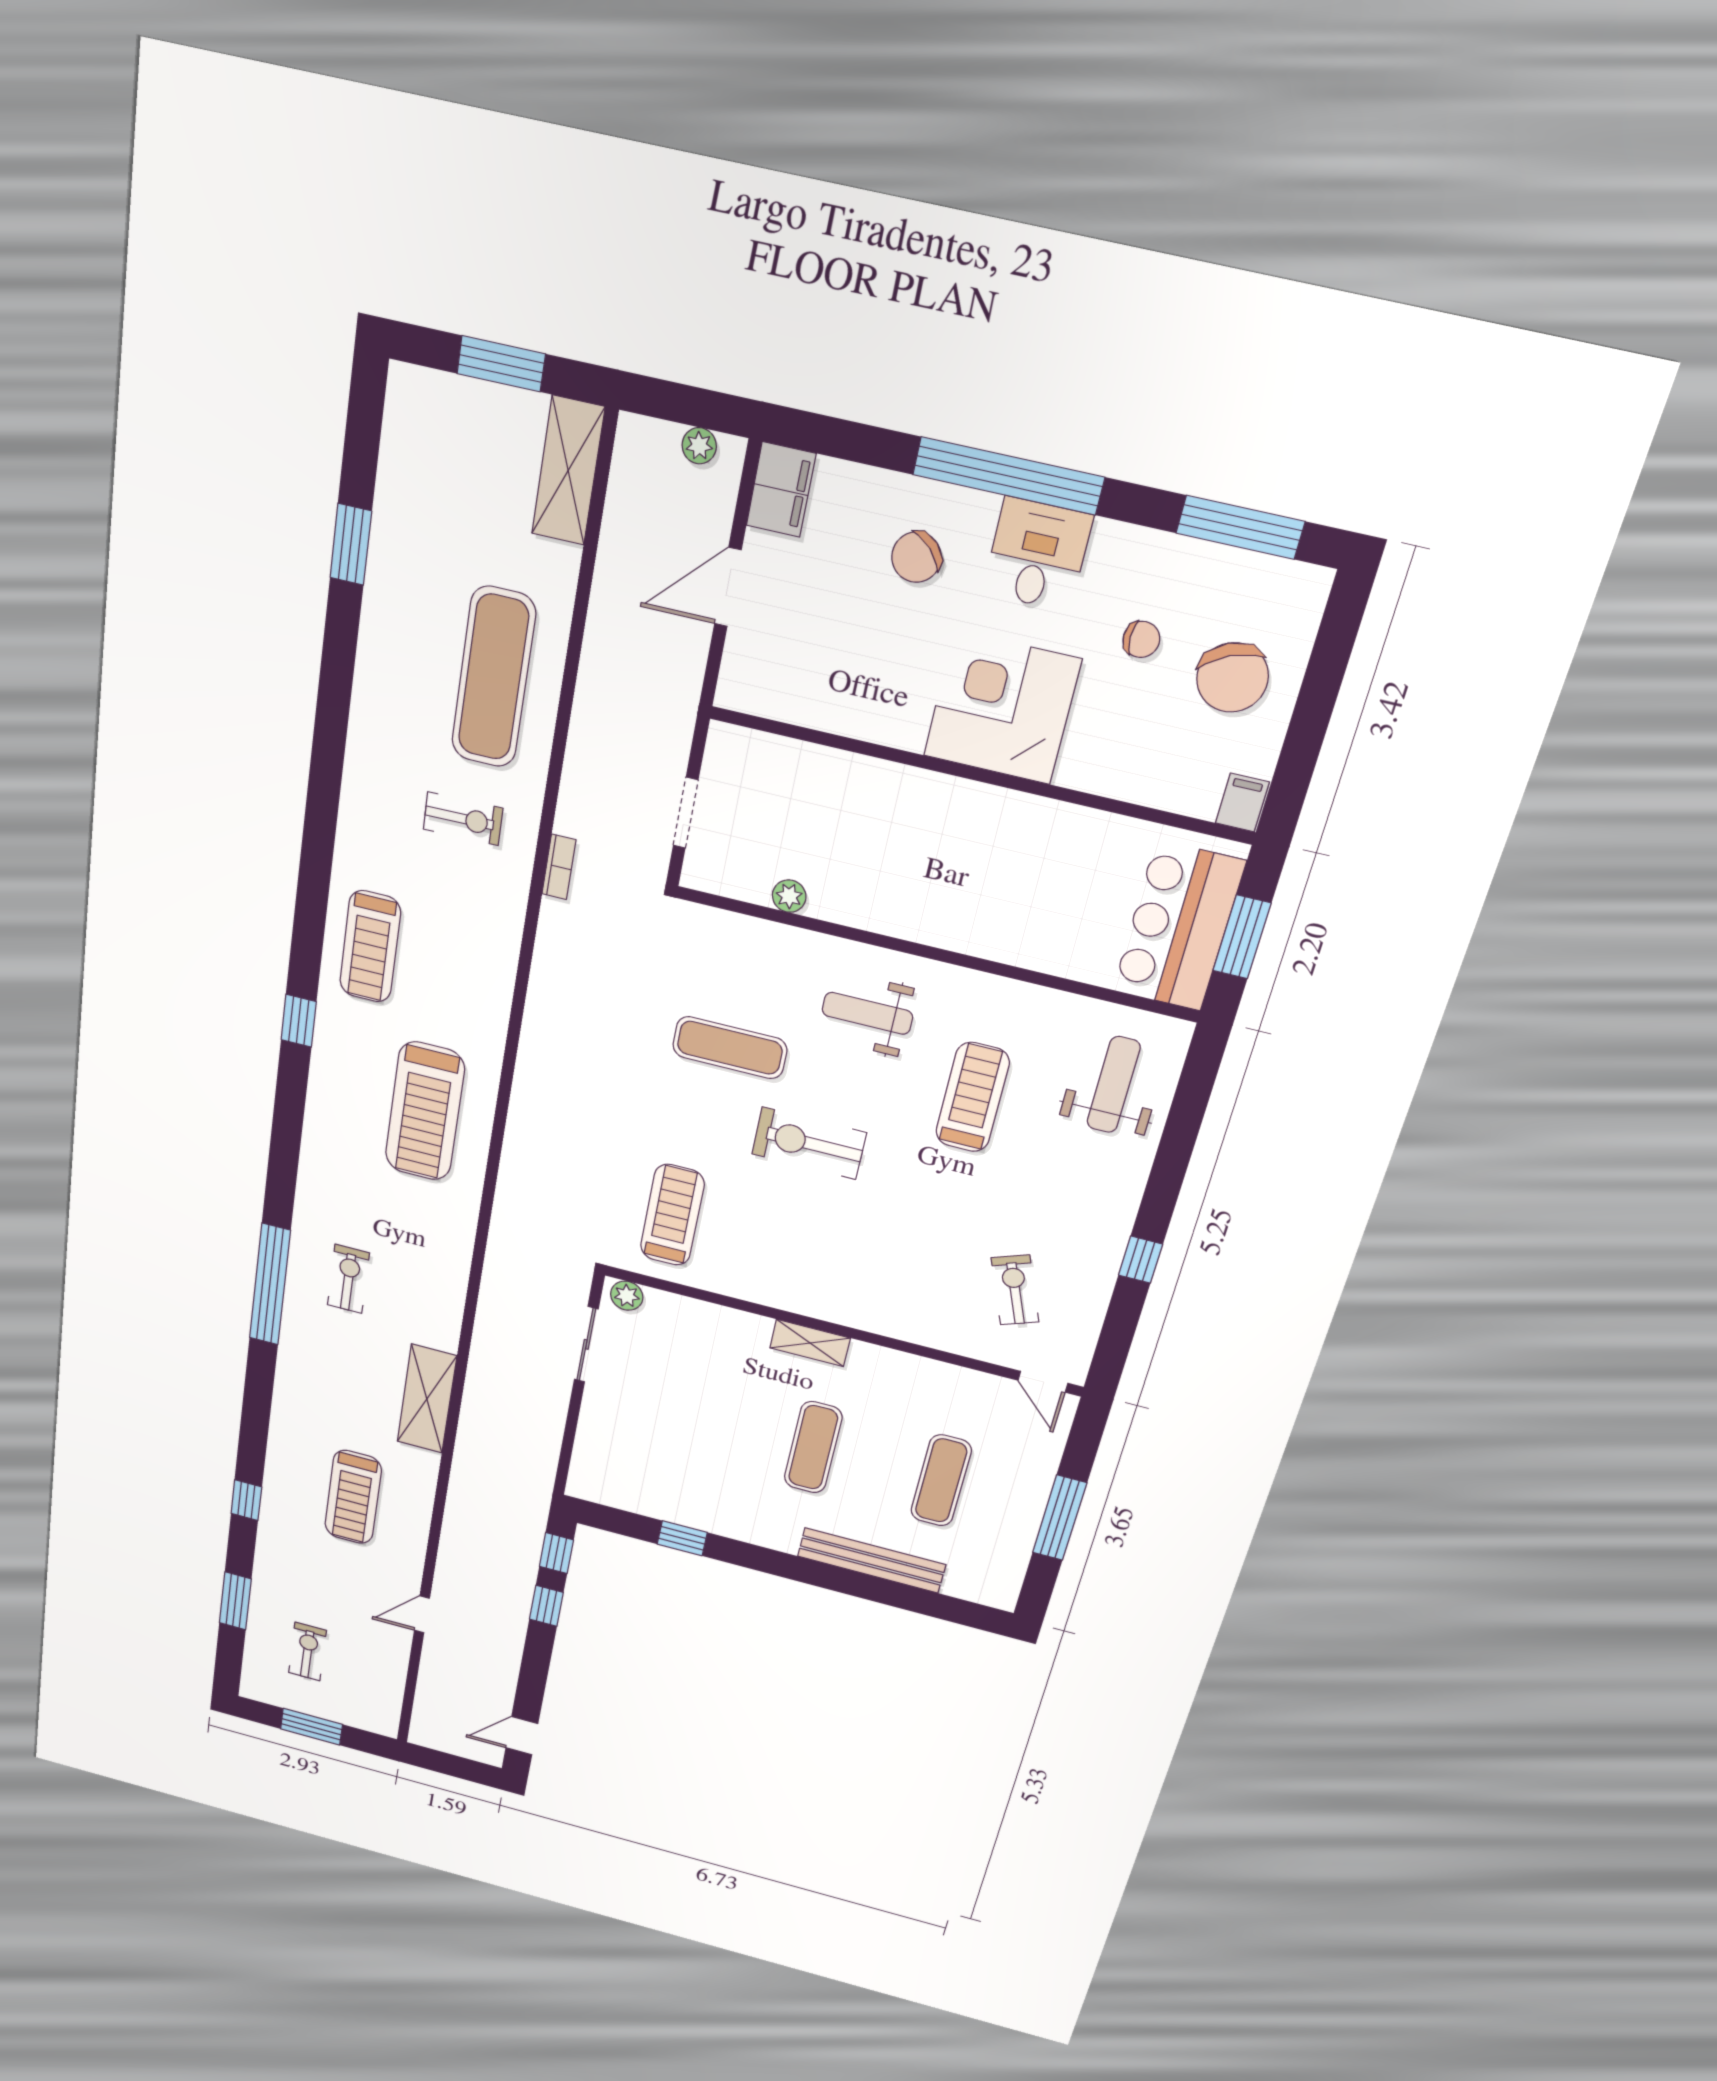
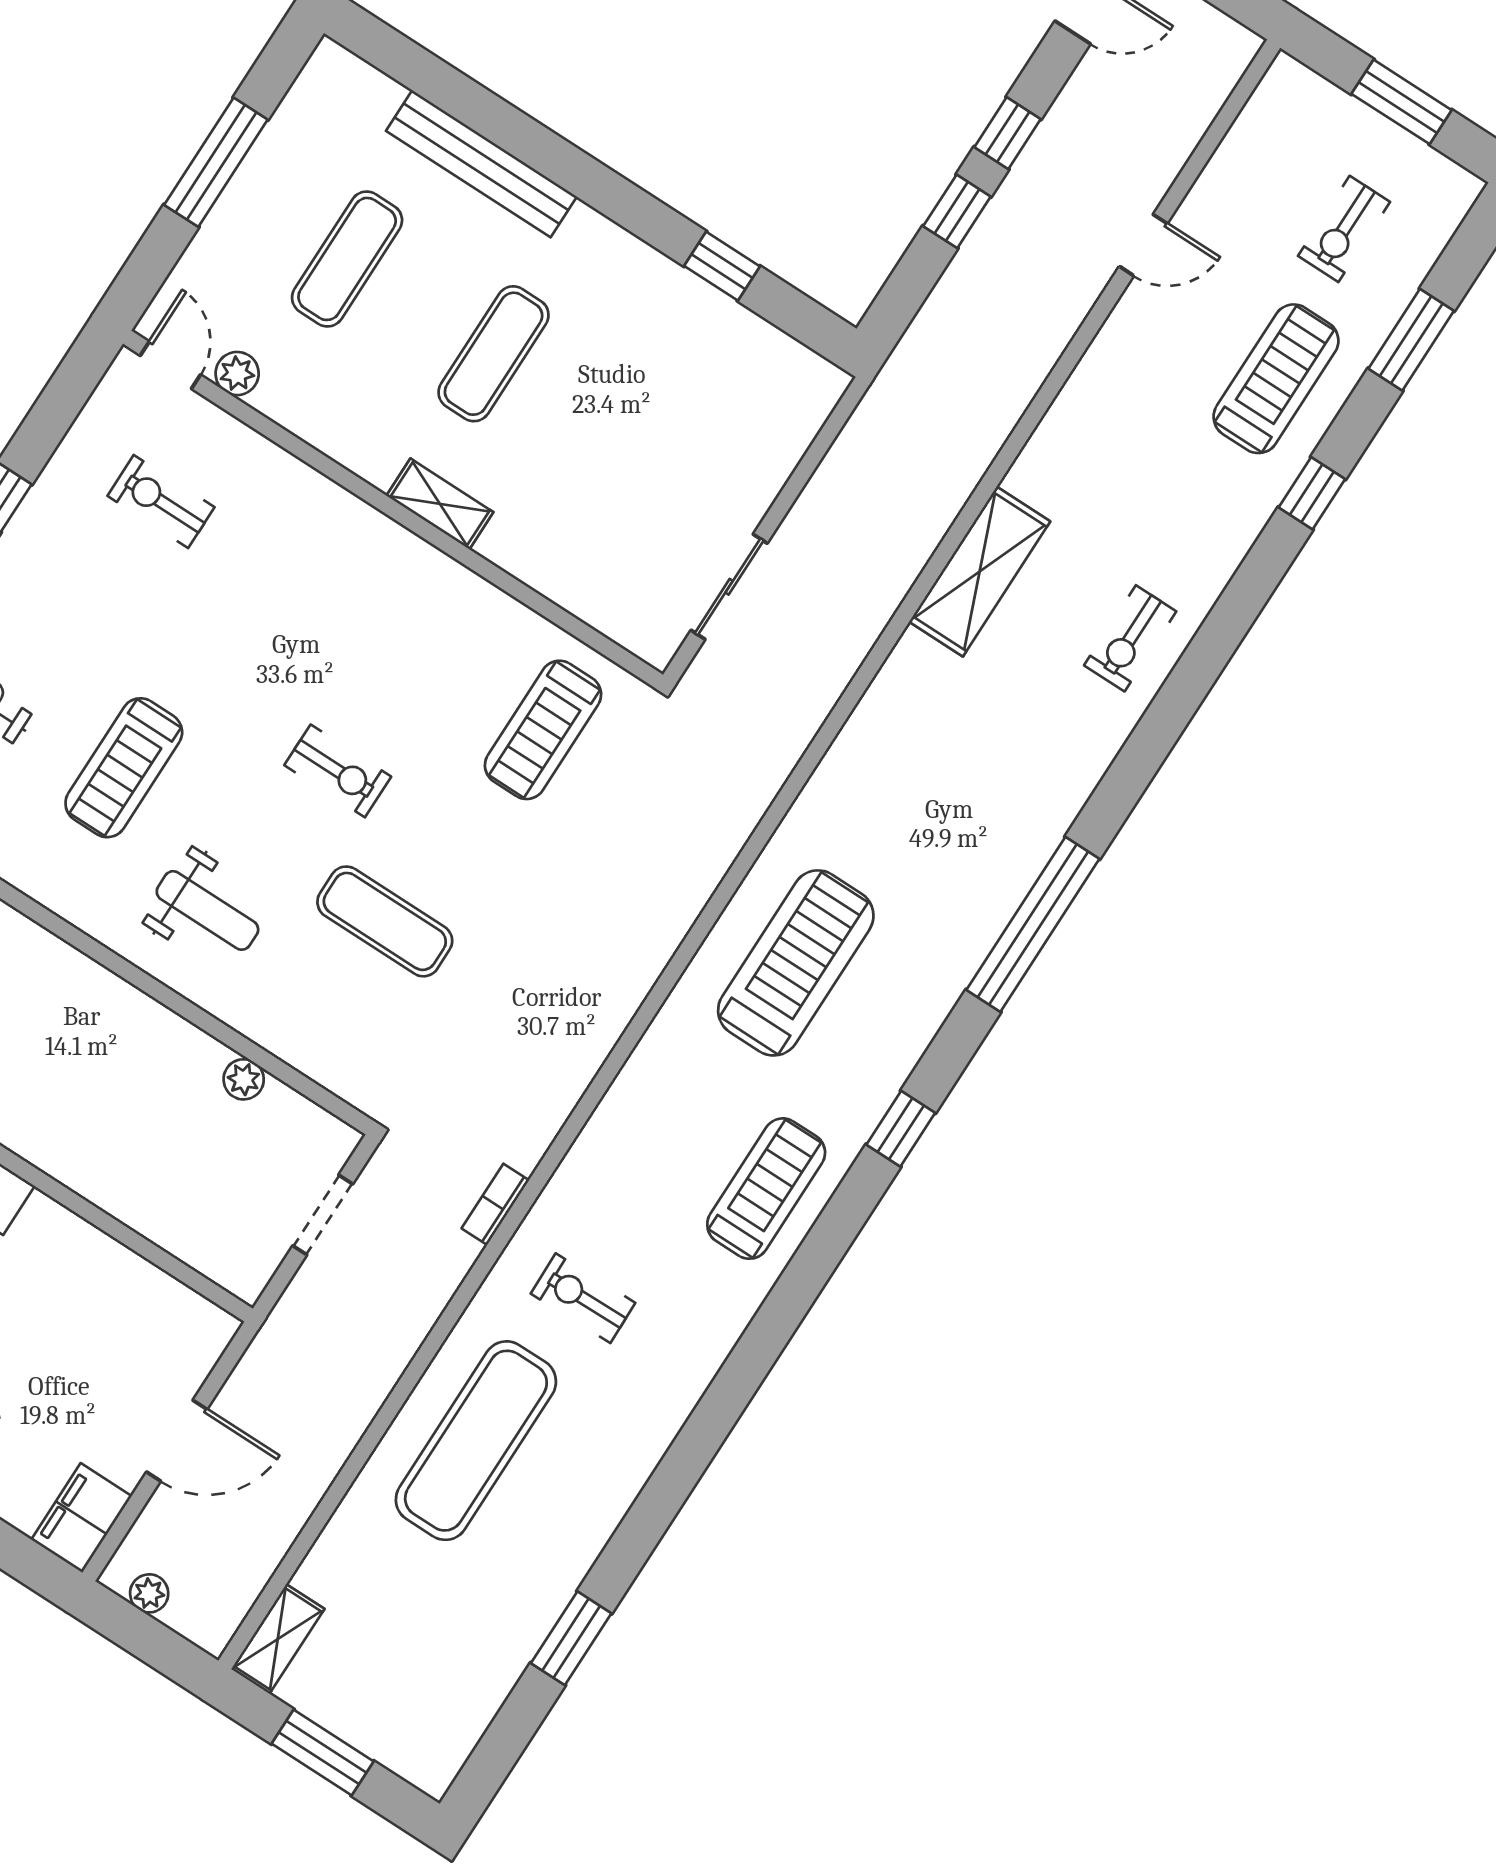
shelving: (568, 471) -> (278, 1639), width x0.67, depth x0.75
exercise bike: (809, 1143) -> (338, 771), width x0.73, depth x0.72
exercise bike: (348, 1279) -> (1130, 638), moved
window: (270, 1285) -> (1033, 924), moved
exercise bike: (1015, 1290) -> (161, 502), turned 111
plant: (627, 1296) -> (237, 373), moved
treadmill: (353, 1497) -> (1276, 379), moved
window: (556, 1553) -> (1008, 133), moved

